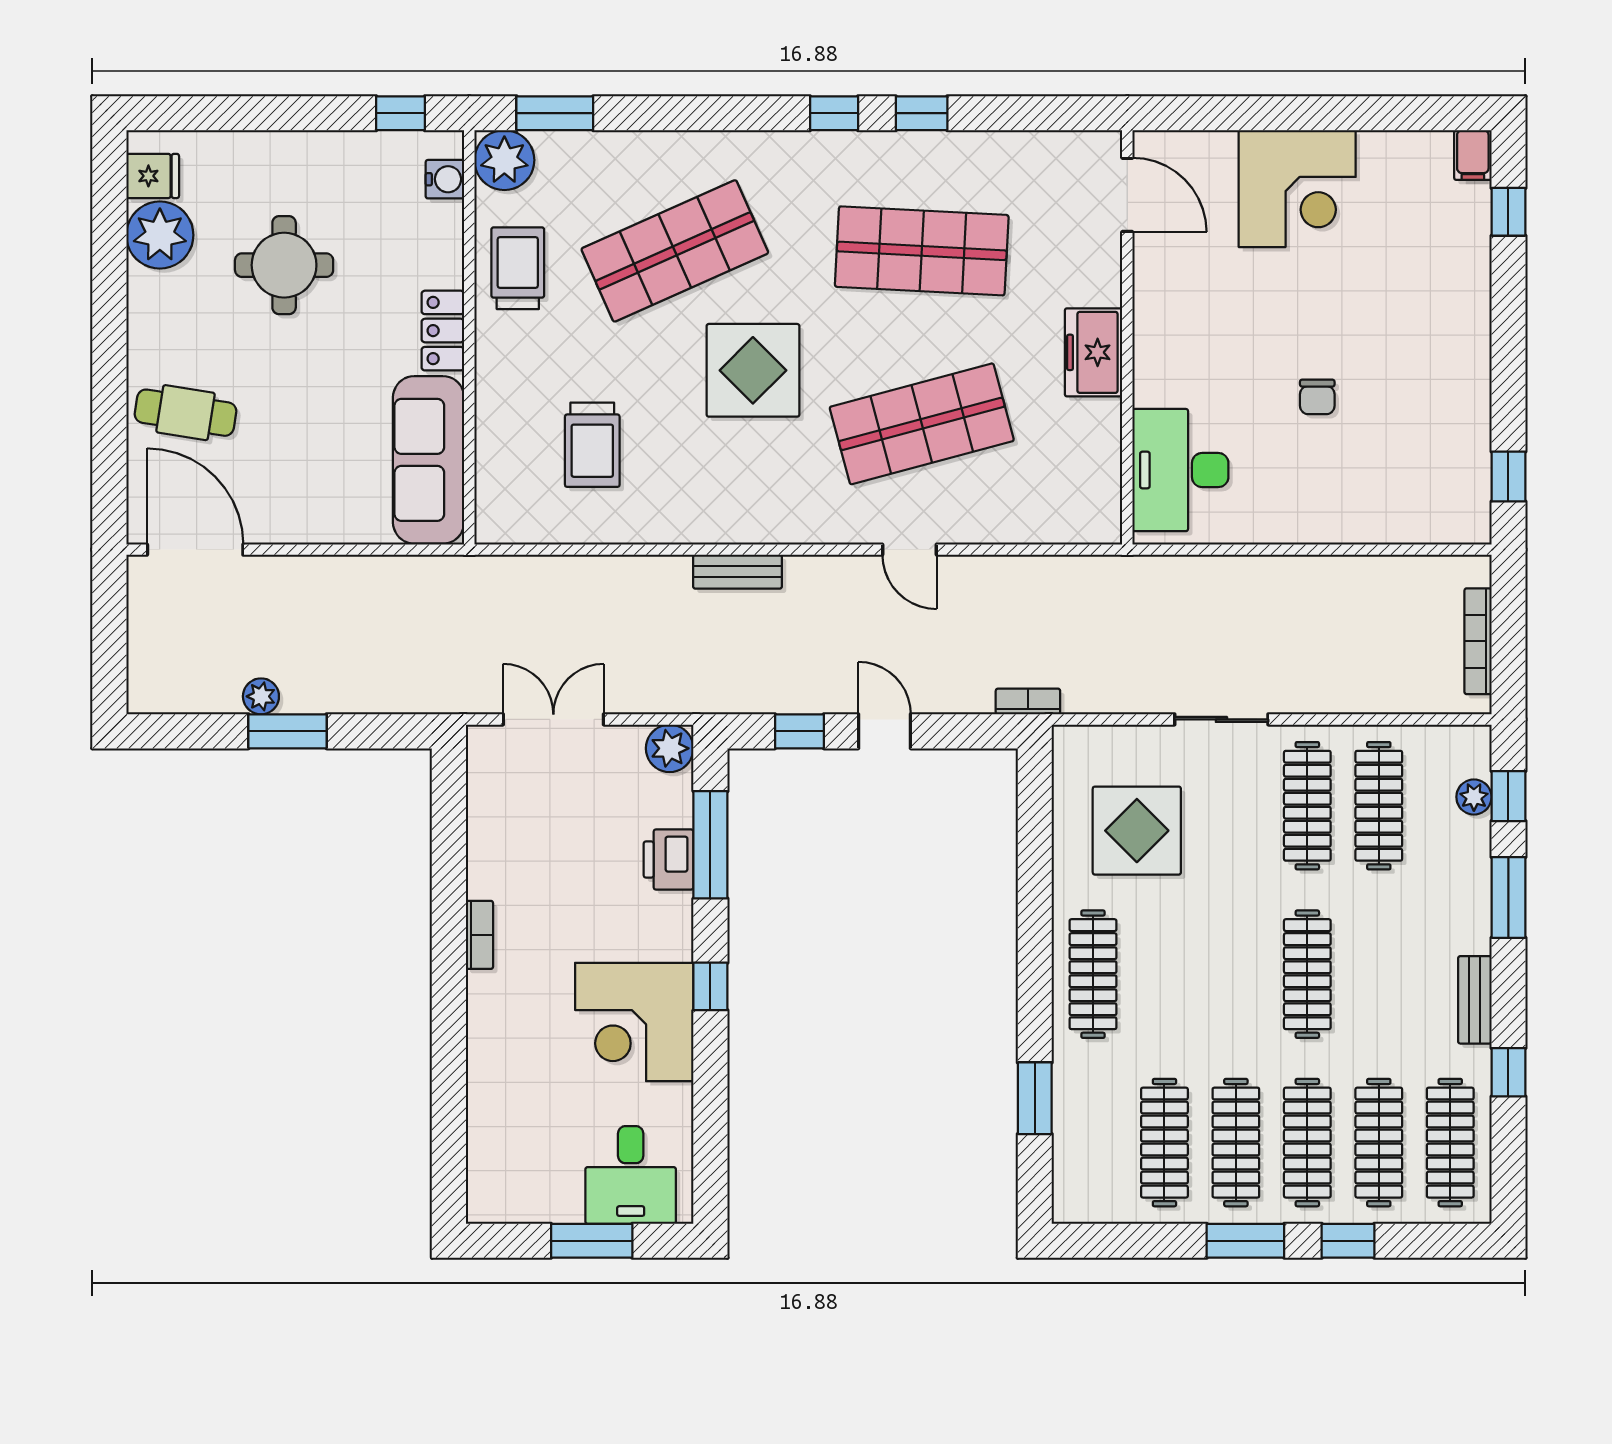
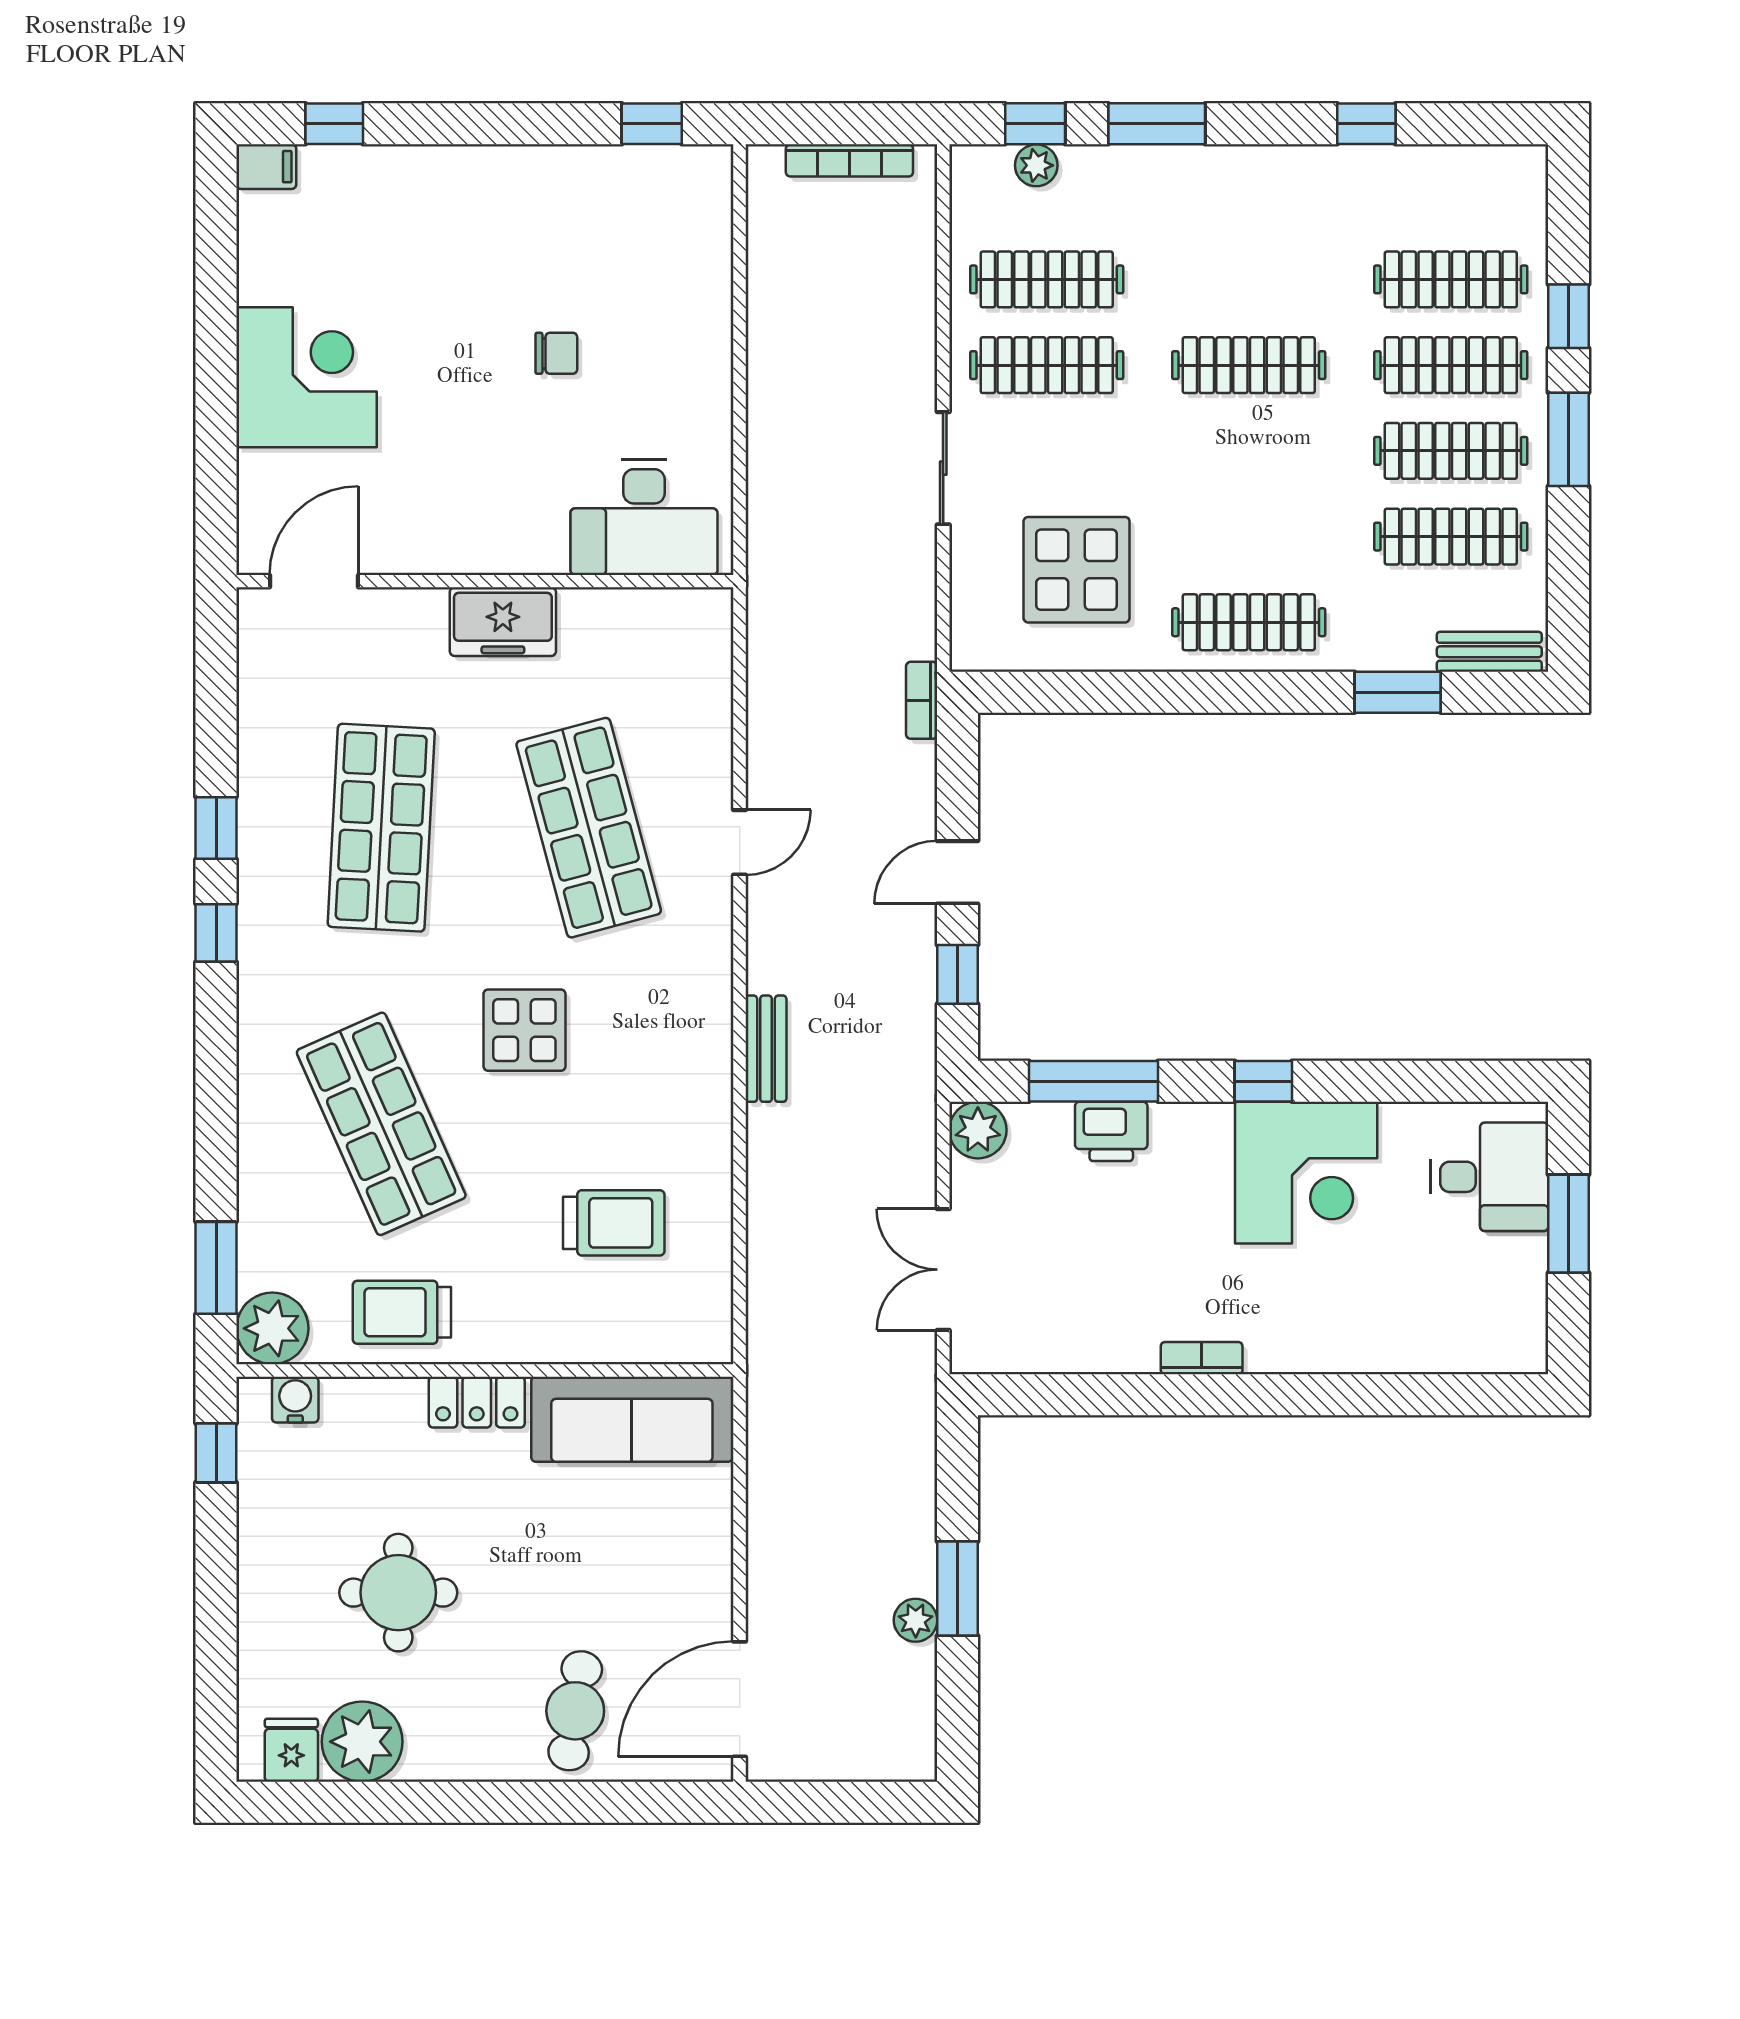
display table: (753, 370) -> (524, 1030), width x0.73, depth x0.73
bench: (1475, 1000) -> (1489, 652), moved
clothes rail: (1450, 1143) -> (1451, 194), removed

